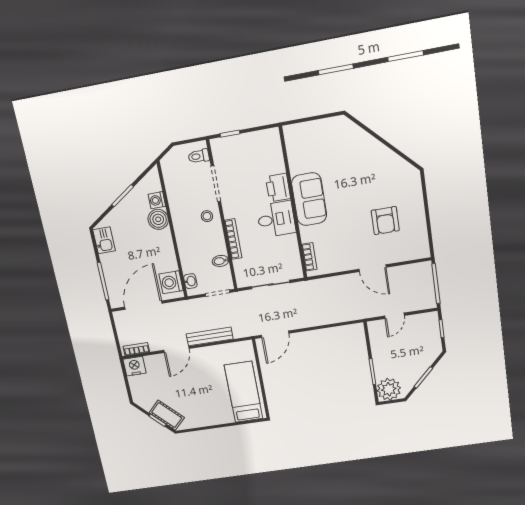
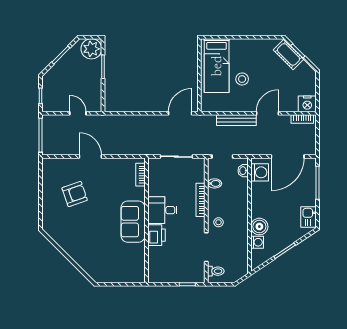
armchair: (385, 221) -> (75, 194), turned 71
door: (394, 316) -> (78, 113), hinge flipped
stool: (212, 382) -> (242, 79), added

